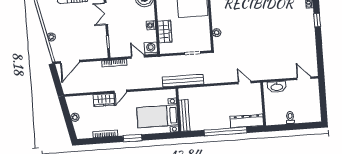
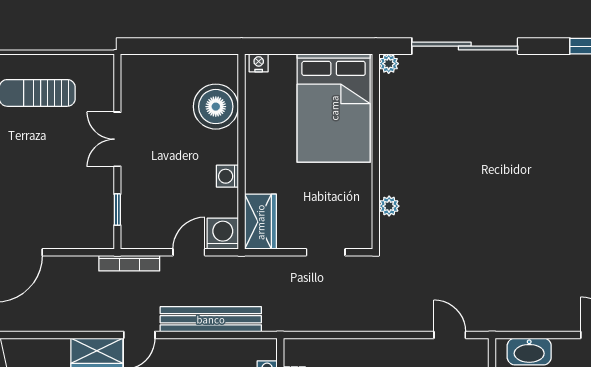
wardrobe: (165, 32) -> (260, 222), moved
door: (138, 57) -> (189, 252), hinge flipped
bench: (183, 81) -> (211, 319), moved

